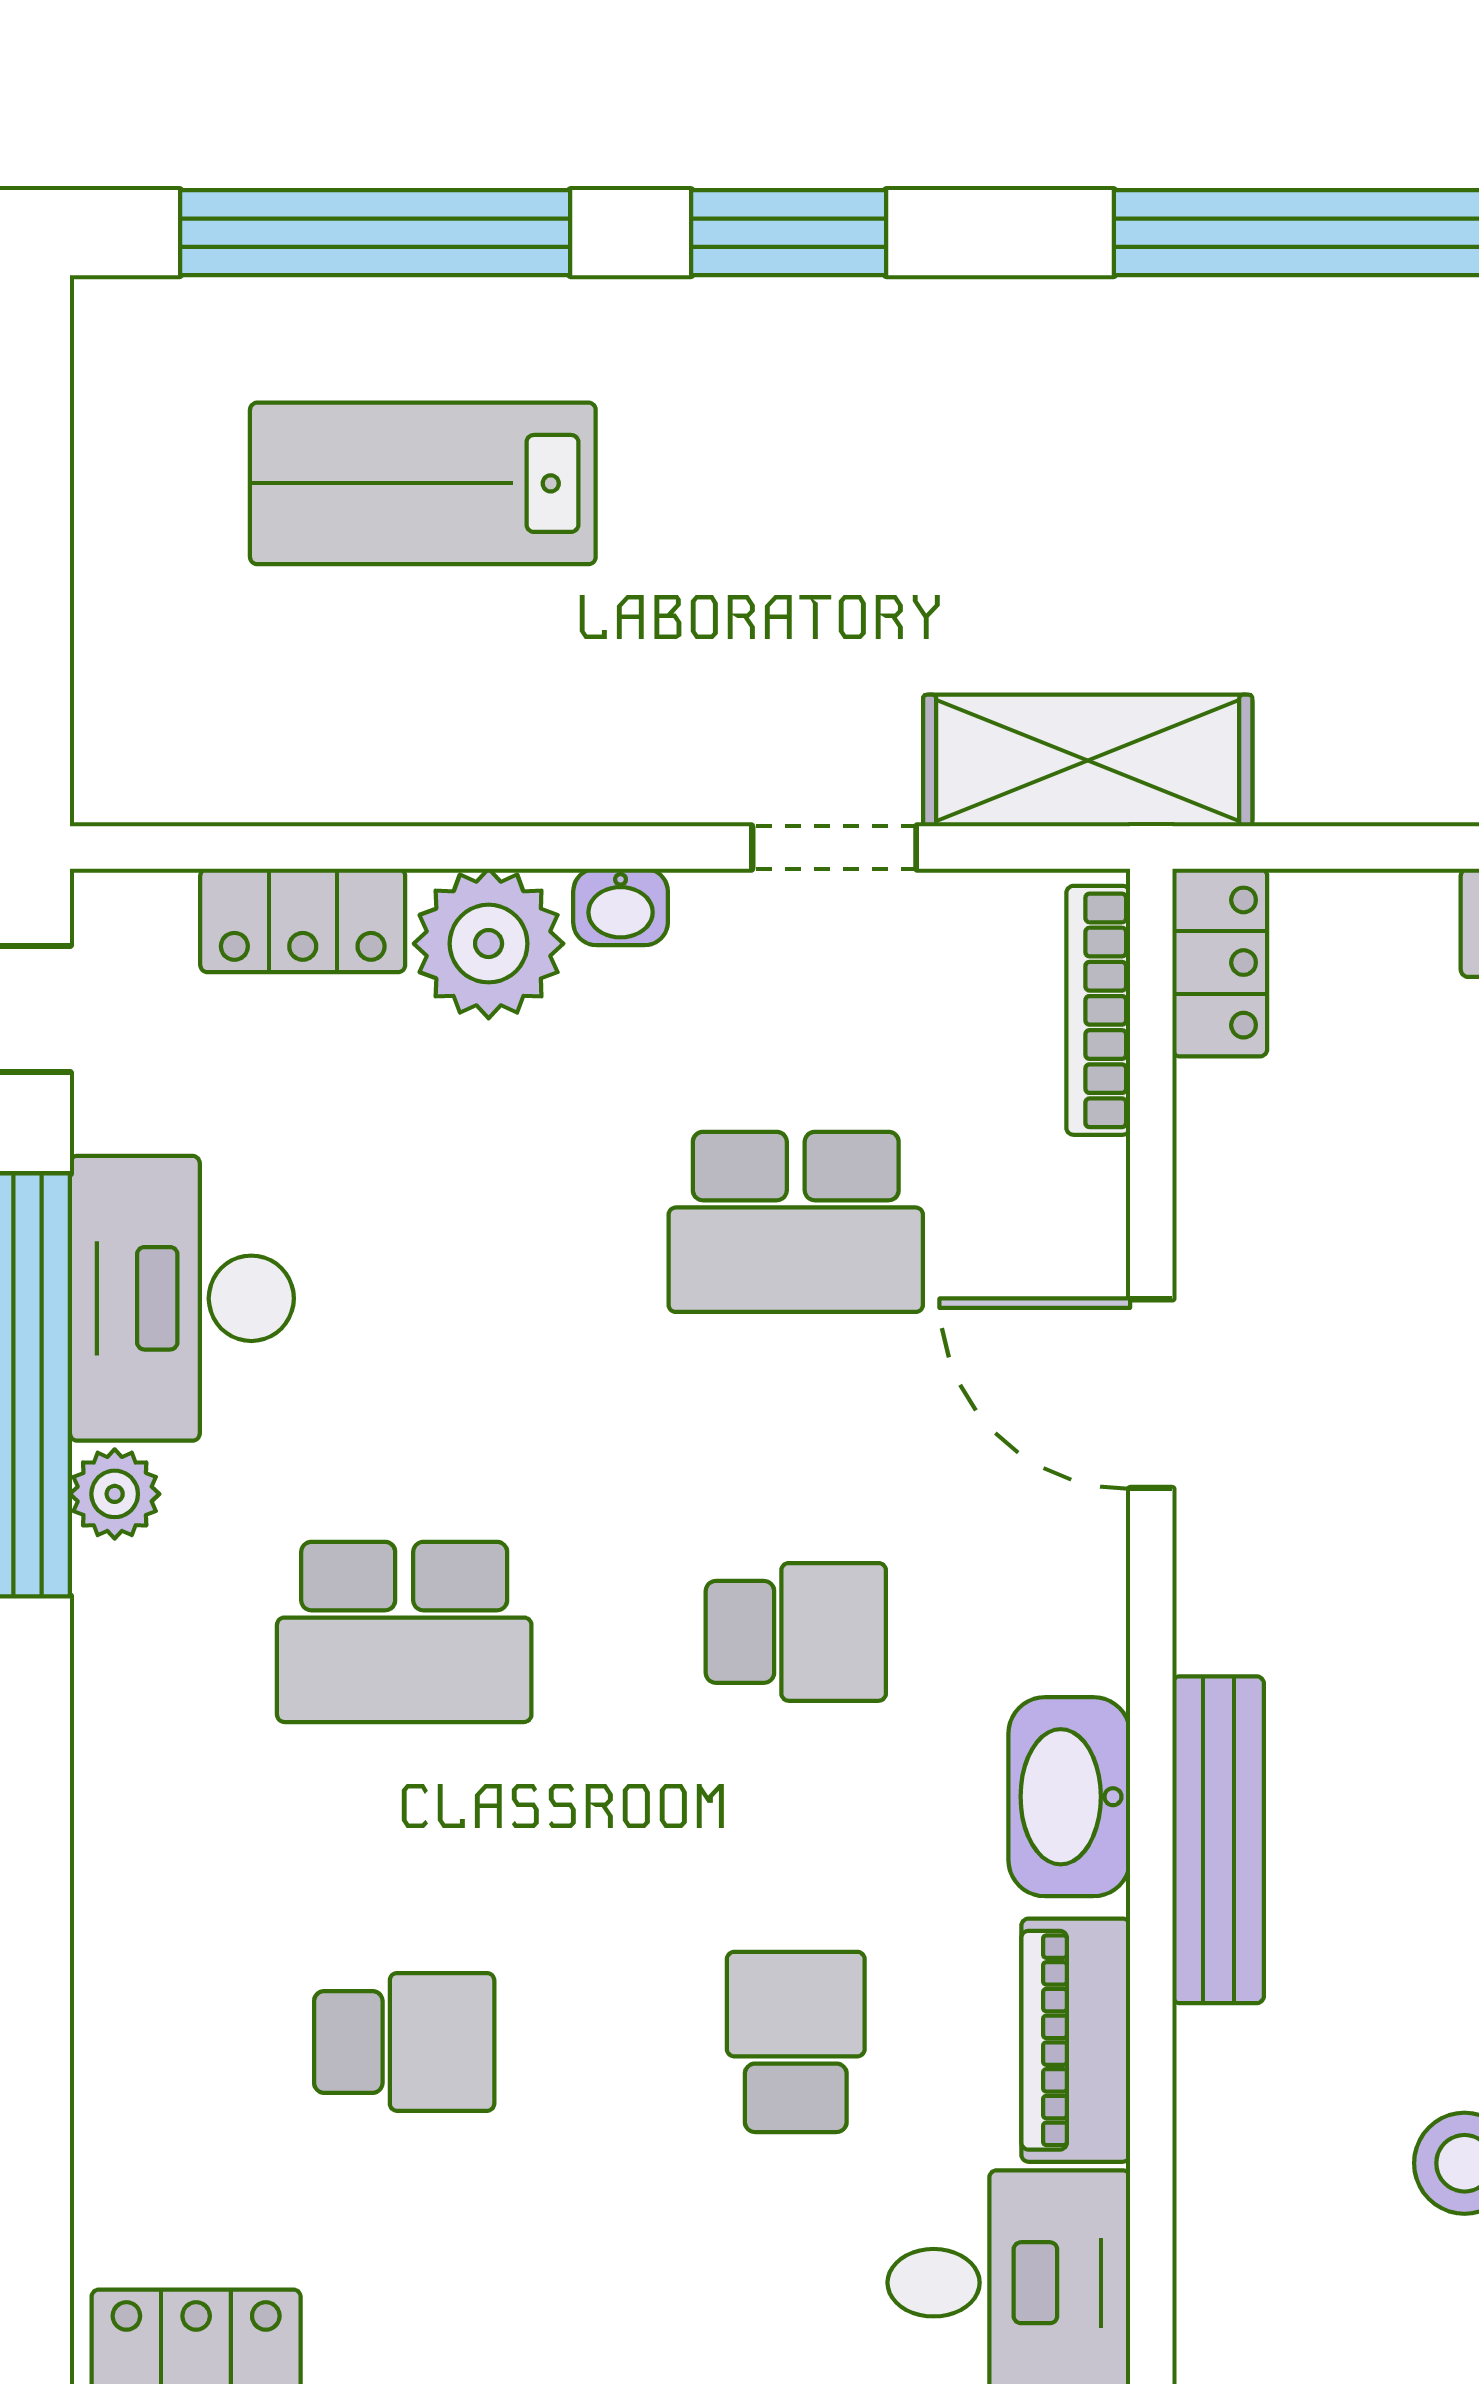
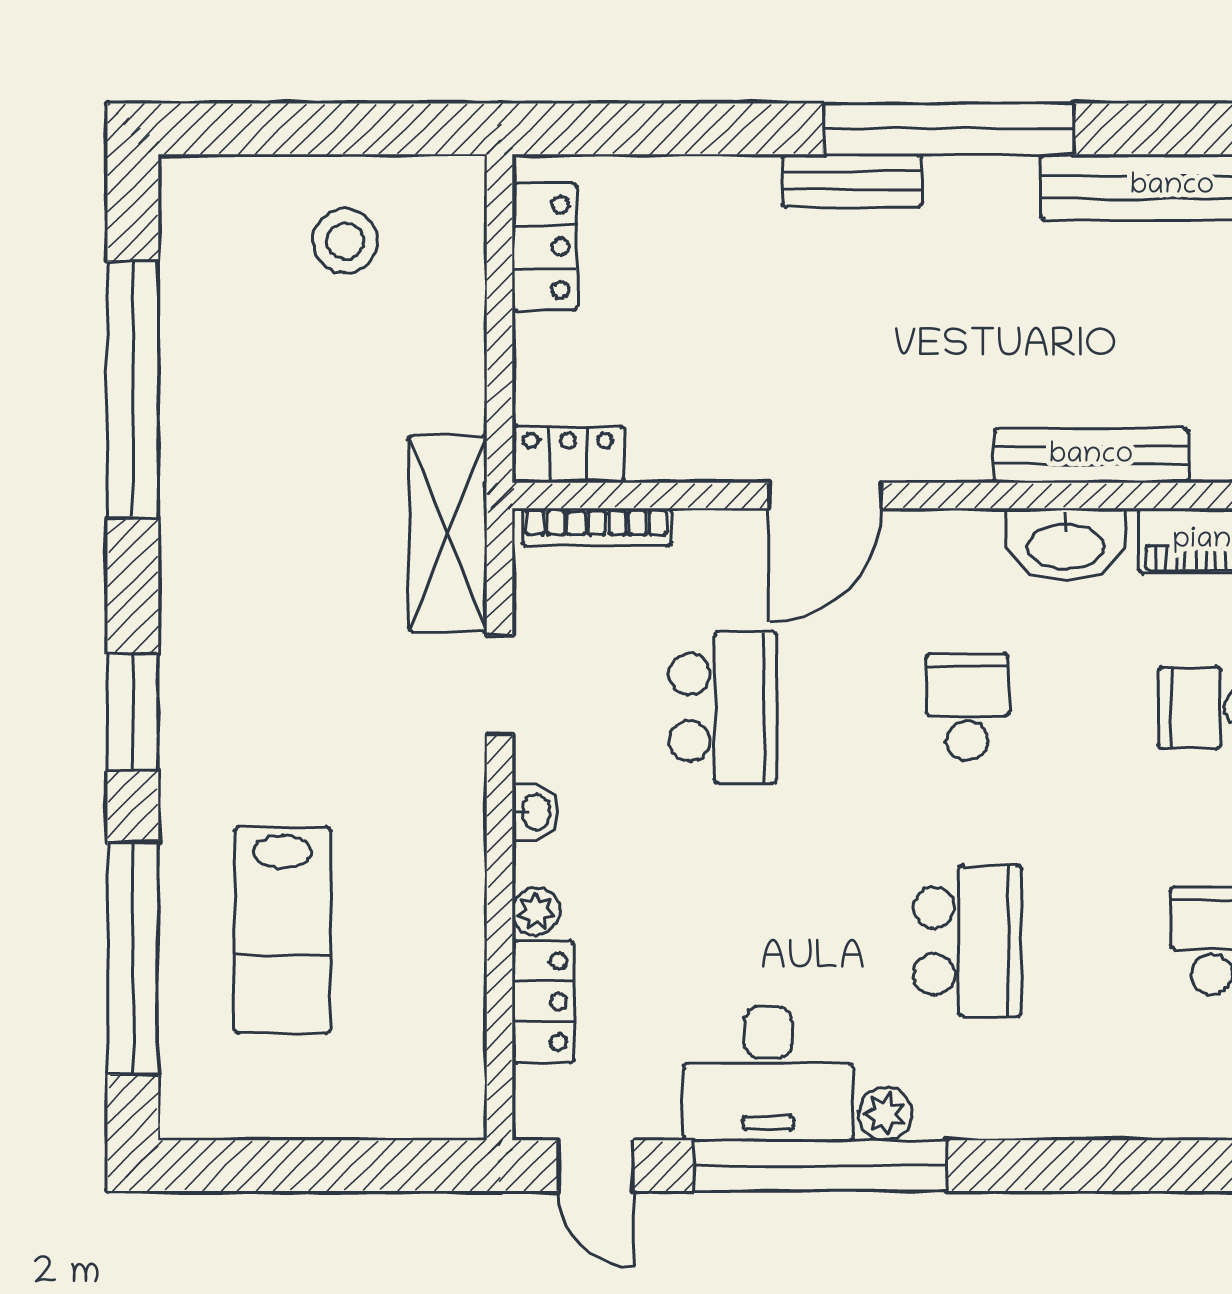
plant: (489, 944) -> (536, 912), width x0.53, depth x0.53

